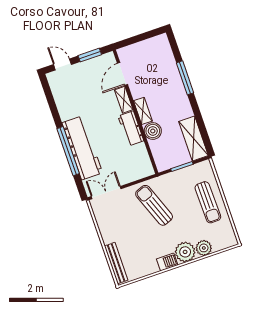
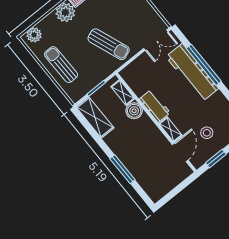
stool: (89, 84) -> (207, 133), added
shelving: (143, 111) -> (123, 93), moved
plant: (204, 248) -> (34, 35), moved

